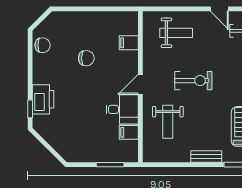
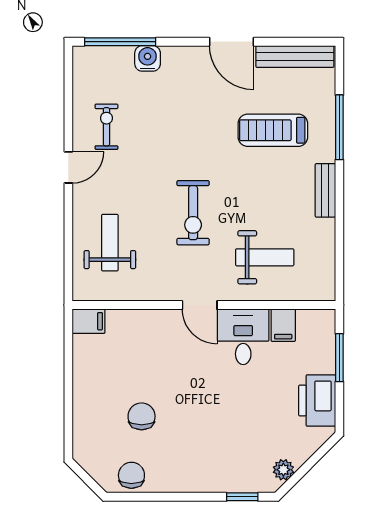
filing cabinet: (129, 43) -> (89, 321), moved, turned -90
chair: (86, 58) -> (142, 416), moved
exercise bike: (193, 81) -> (193, 213), turned 180
printer: (43, 99) -> (317, 401), moved, turned -90
plant: (46, 133) -> (283, 470), added

